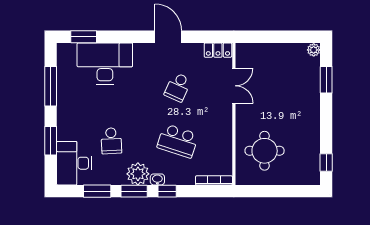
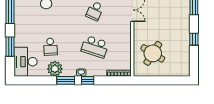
round table: (265, 151) -> (153, 53), turned 32
window: (326, 163) -> (194, 39), moved
plant: (138, 174) -> (55, 69), moved
window: (97, 191) -> (41, 80), removed

